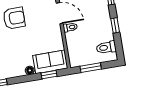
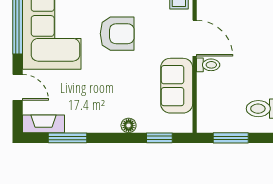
sofa: (50, 62) -> (177, 86), moved, turned -90

